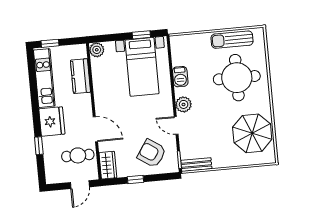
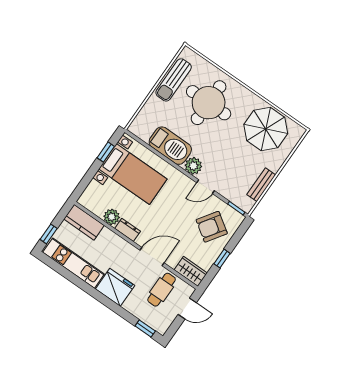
plant: (97, 50) -> (112, 217), moved
kitchen counter: (81, 76) -> (84, 222), moved
barbecue: (180, 77) -> (170, 146), width x1.88, depth x1.53
dresser: (100, 96) -> (128, 230), added
window: (39, 146) -> (145, 329), moved
bench: (196, 165) -> (261, 185), moved
door: (80, 185) -> (187, 308), hinge flipped

